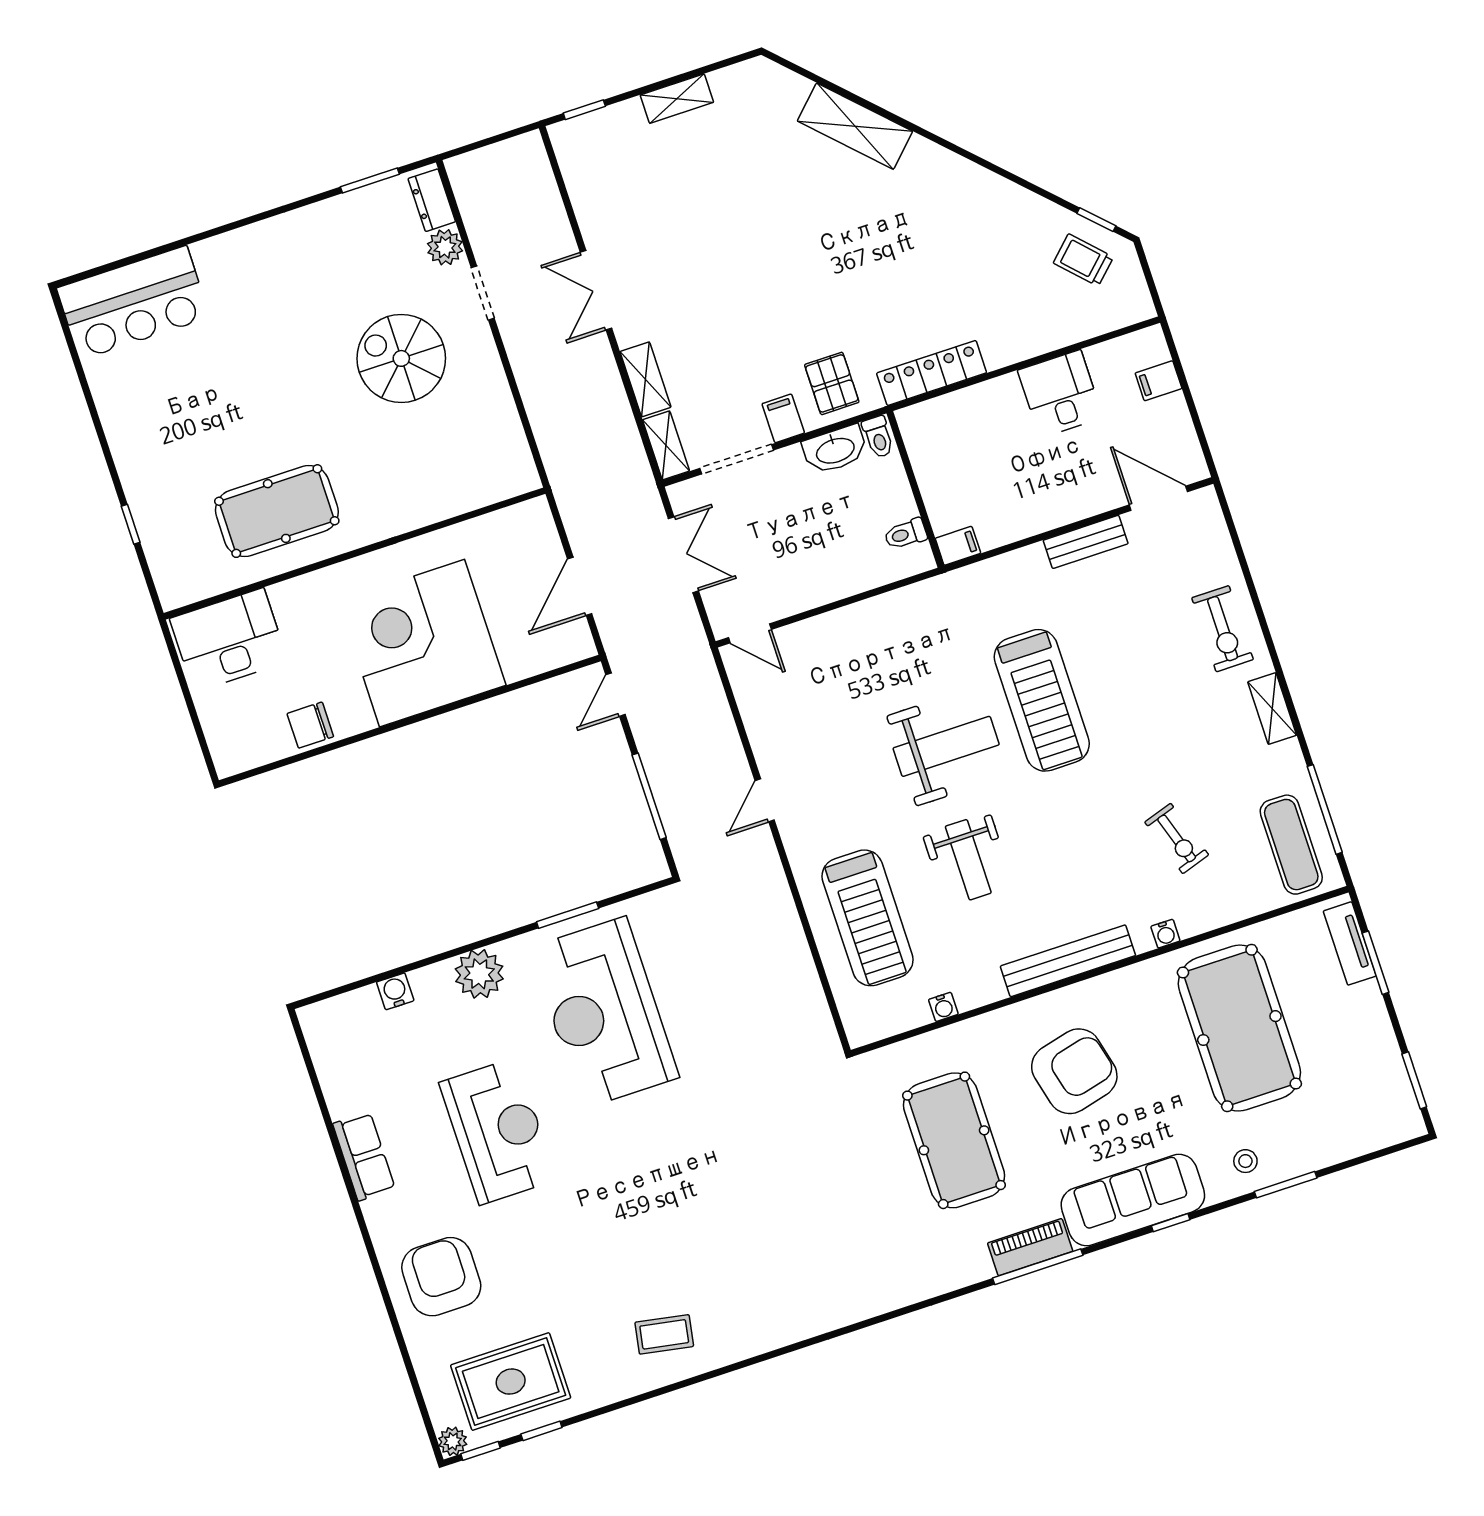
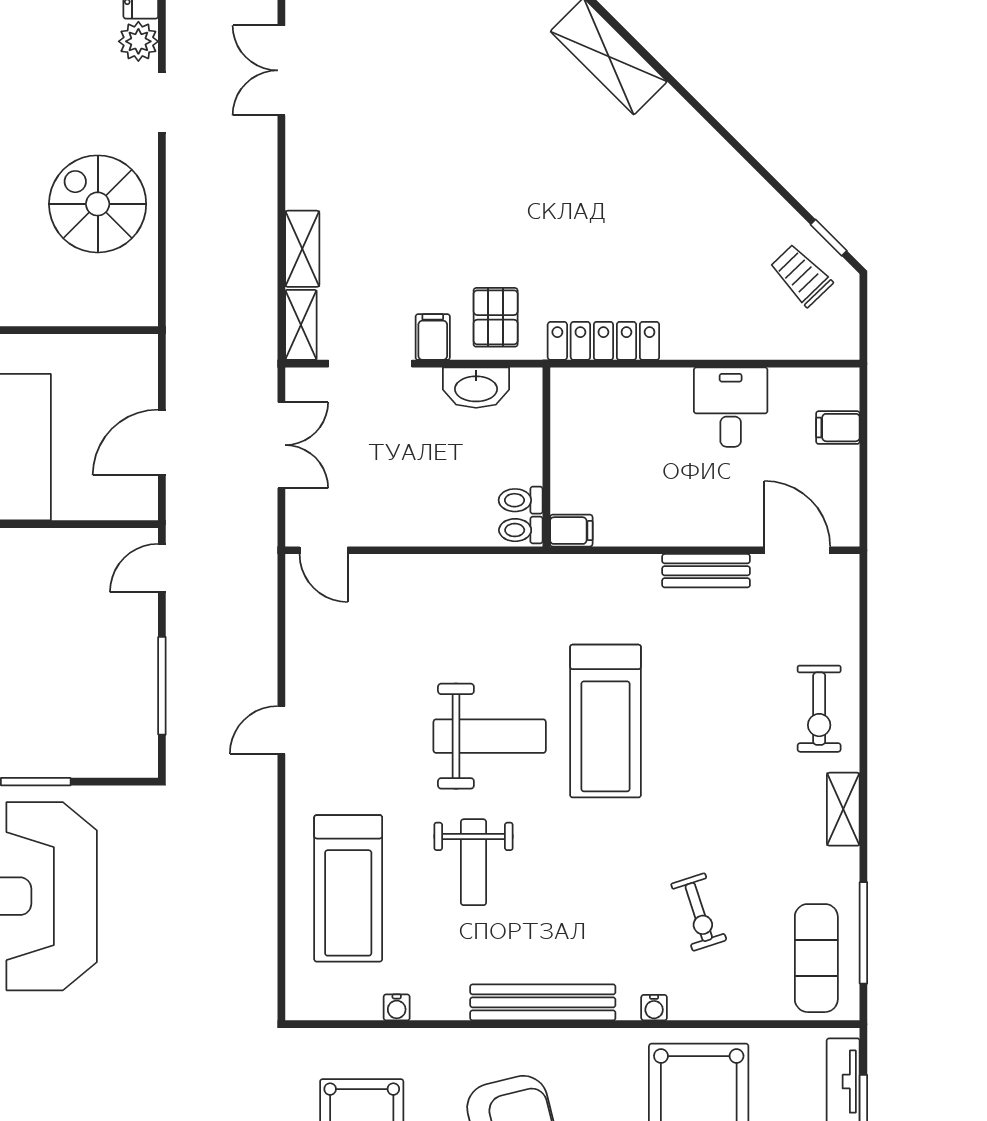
double door: (596, 290) -> (281, 70), moved
spiral stairs: (401, 358) -> (98, 204), moved
toilet: (878, 437) -> (521, 530), moved, turned 90

